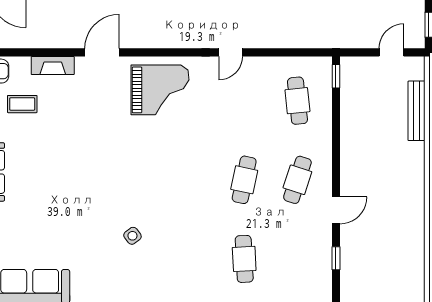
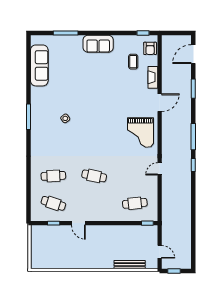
door: (102, 52) -> (160, 103), hinge flipped
door: (231, 52) -> (160, 169), hinge flipped
cafe table: (297, 180) -> (53, 203), moved

